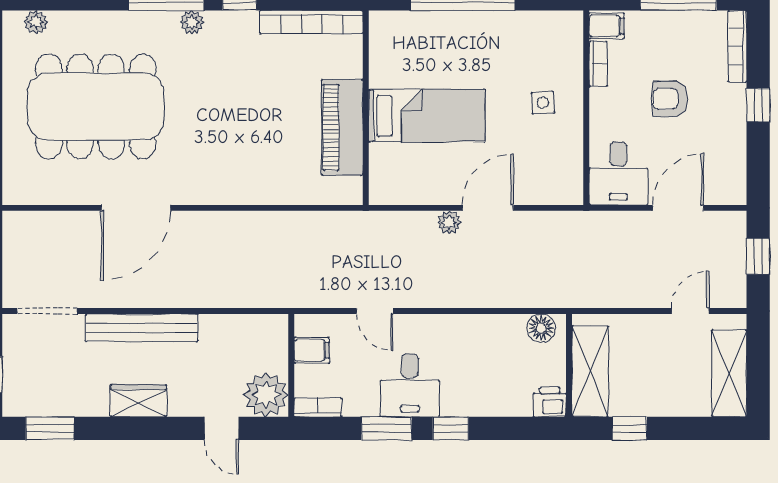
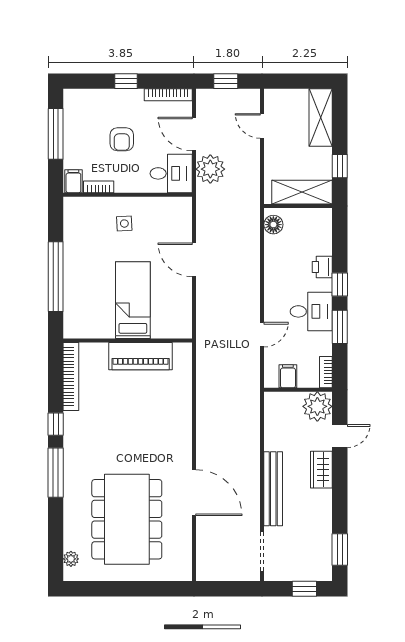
plant: (192, 22) -> (71, 456), removed
bookcase: (737, 46) -> (168, 95), moved
plant: (449, 222) -> (210, 169), moved, width x1.88, depth x1.88
shelving: (729, 373) -> (321, 118), moved, turned 90
wardrobe: (139, 401) -> (321, 470), moved
printer: (550, 402) -> (322, 267), moved

